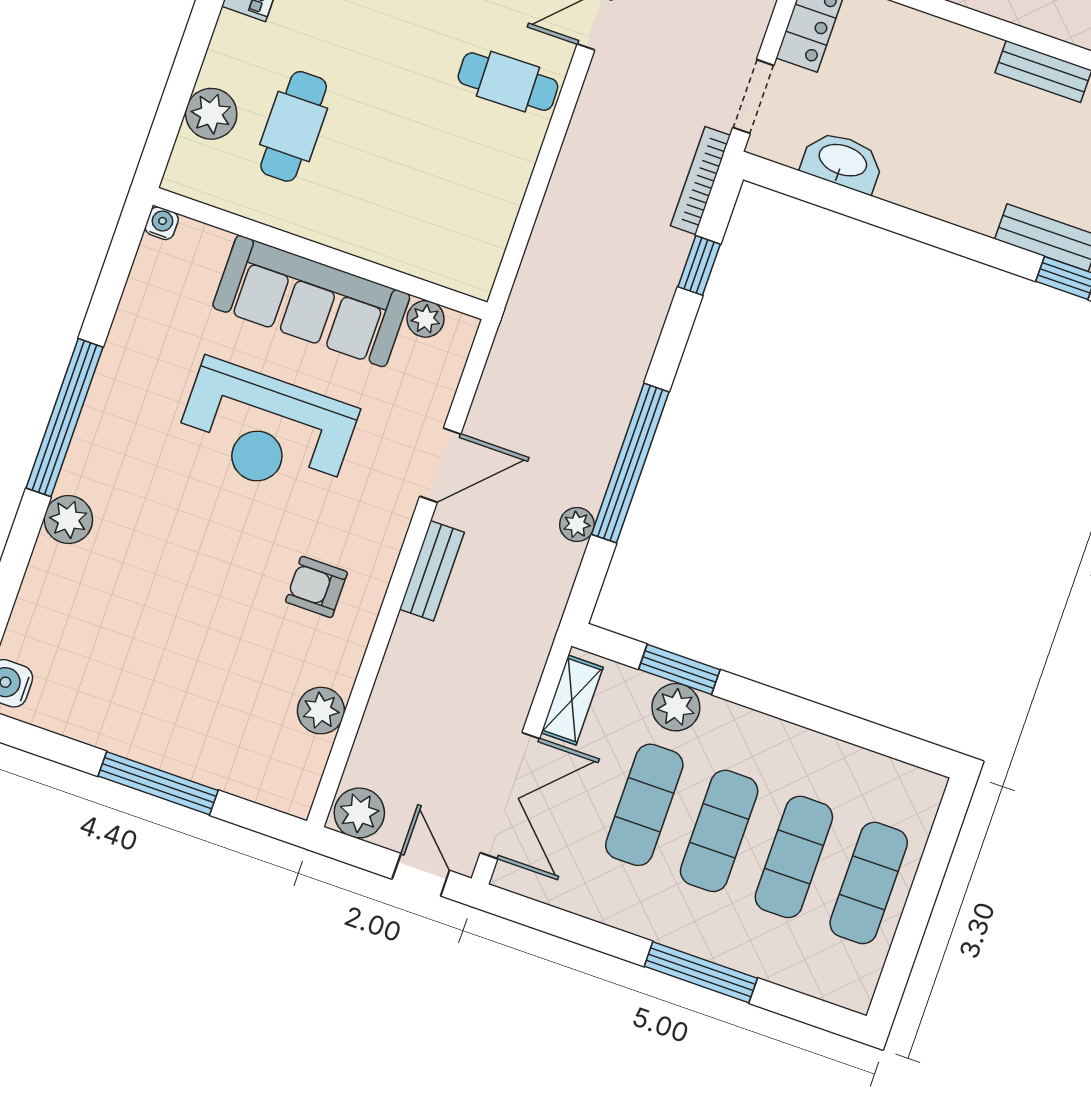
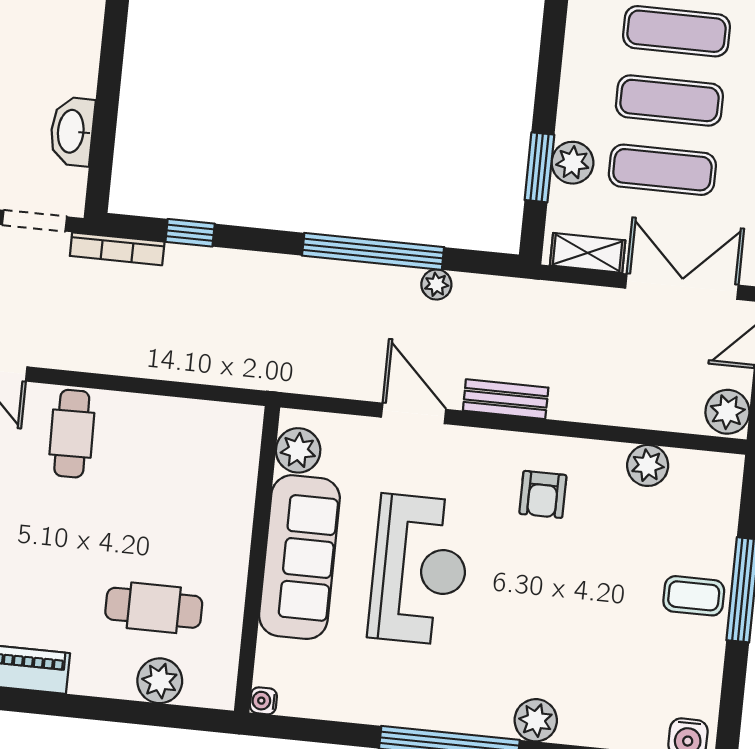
plant: (426, 319) -> (298, 450), width x1.38, depth x1.38
coffee table: (164, 727) -> (694, 596), added

